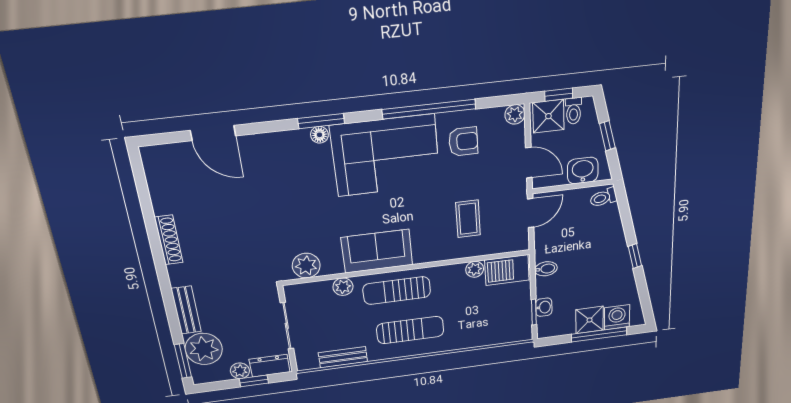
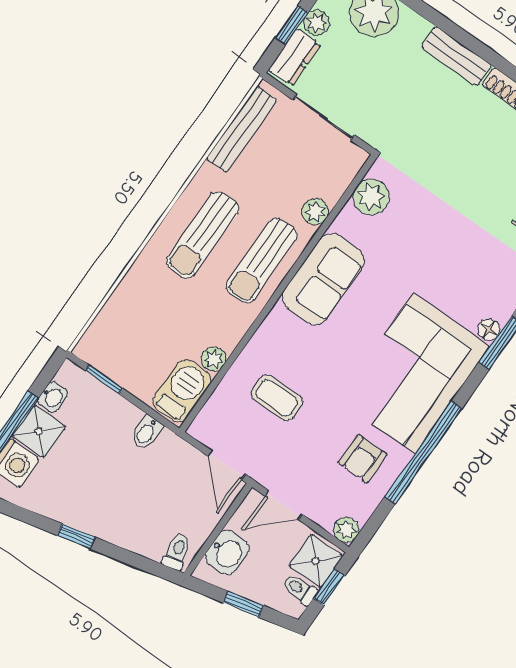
sun lounger: (397, 291) -> (262, 261), turned 180
washbasin: (544, 307) -> (53, 397), moved, turned -90
bench: (186, 310) -> (456, 56), moved
bench: (343, 357) -> (242, 129), width x1.36

